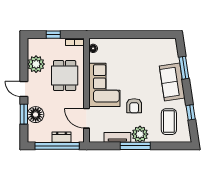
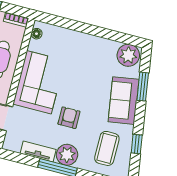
plant: (167, 47) -> (128, 55), added
armchair: (134, 106) -> (69, 118), turned 180

